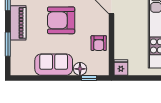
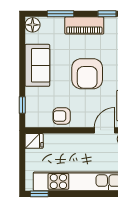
armchair: (61, 20) -> (87, 74), turned 180
floor lamp: (80, 69) -> (33, 25), moved

